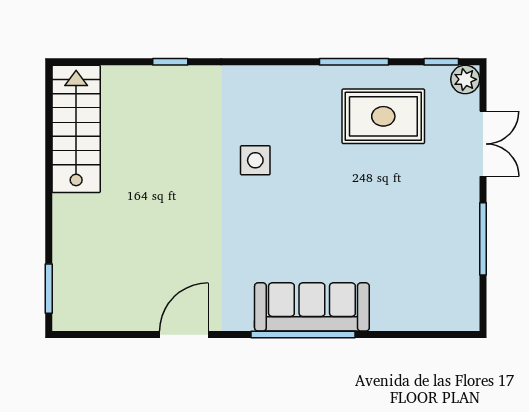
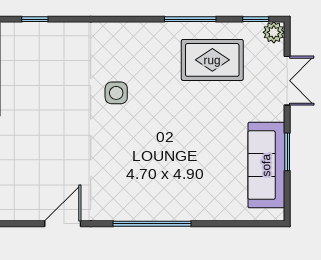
window: (170, 62) -> (35, 19), moved
window: (483, 239) -> (287, 152), width x0.69
sofa: (312, 307) -> (266, 165), moved, turned -90

